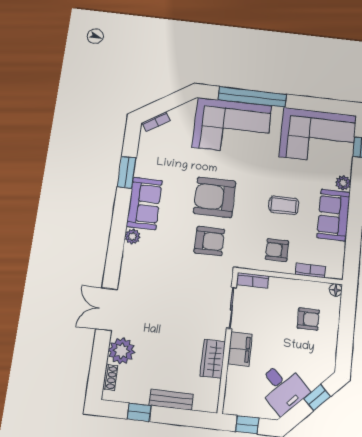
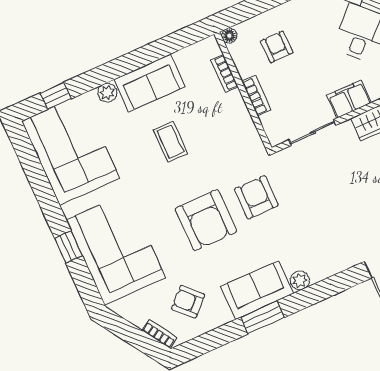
window: (252, 97) -> (68, 247), width x0.32
window: (127, 172) -> (262, 317), moved
armchair: (277, 250) -> (188, 302), moved, turned 136
bookcase: (253, 280) -> (256, 96), moved

